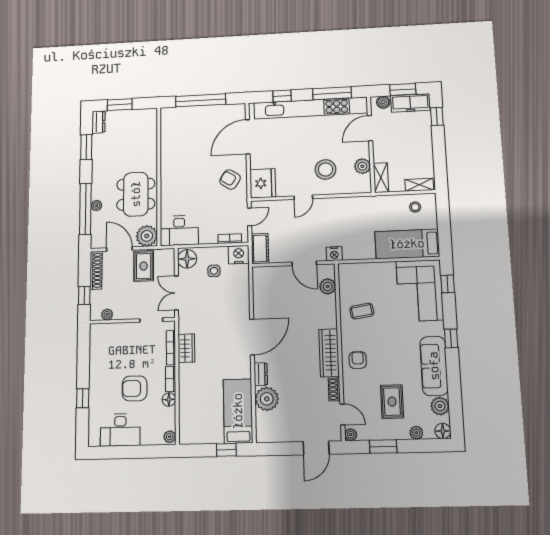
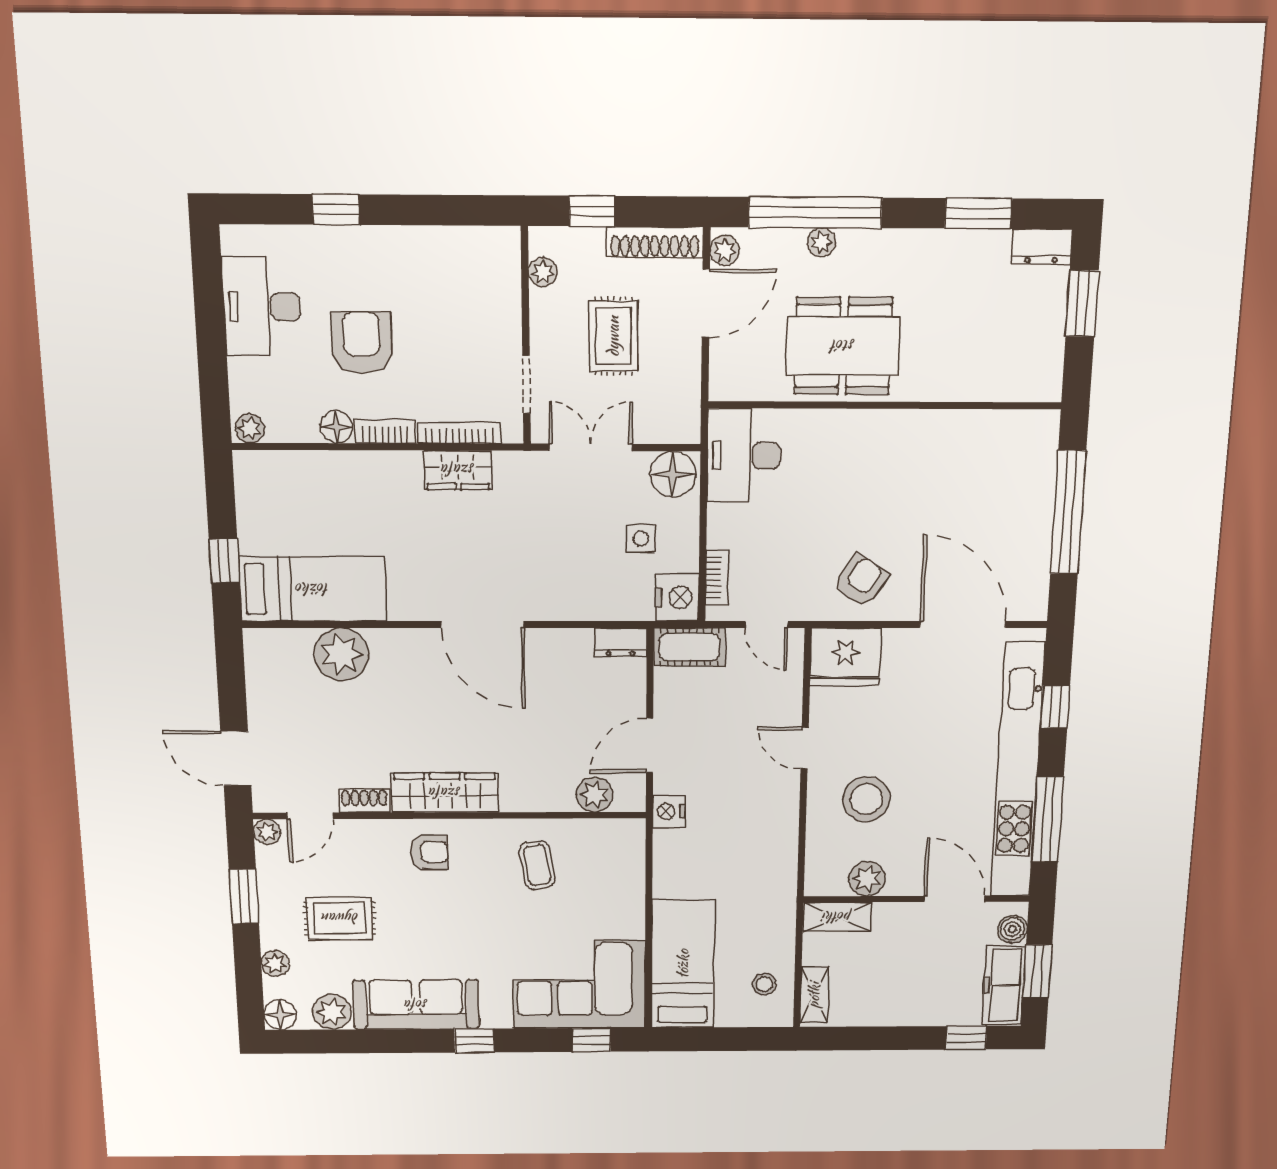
plant: (147, 236) -> (725, 250), moved, width x0.53, depth x0.53
rug: (144, 266) -> (613, 336), moved, turned 90
dresser: (261, 374) -> (621, 642), moved

